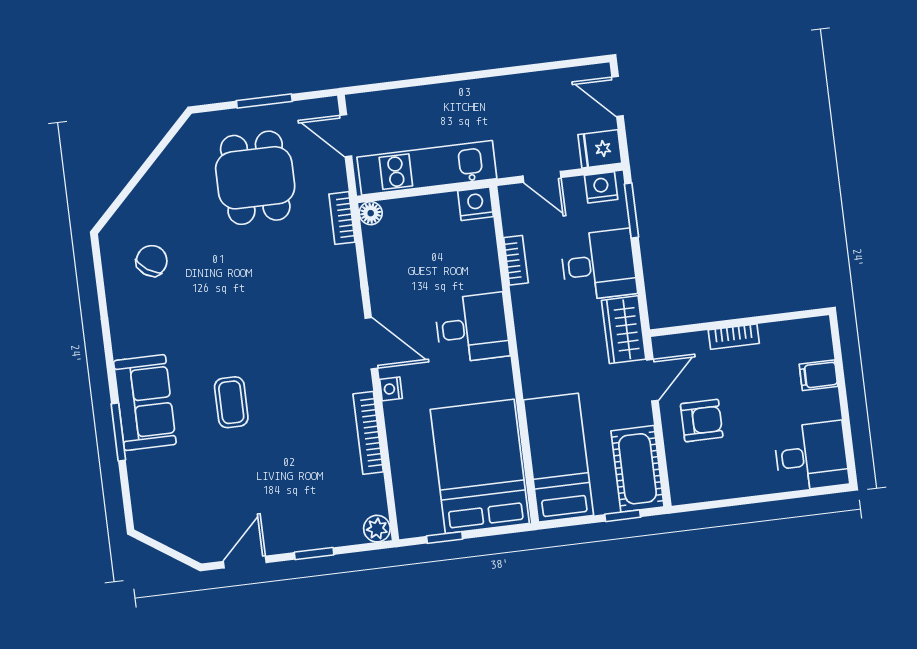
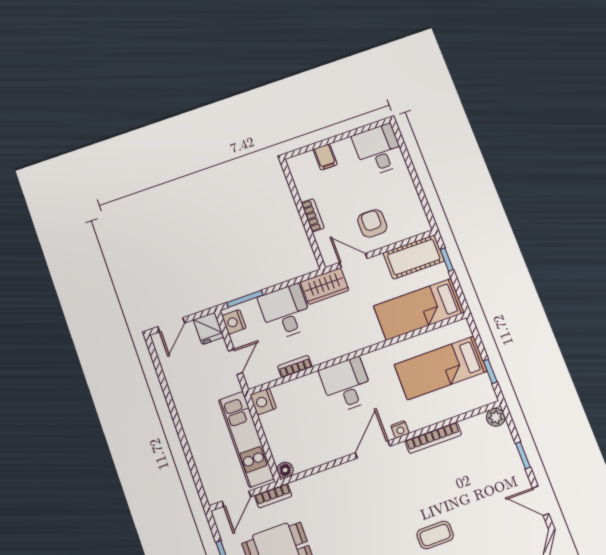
bookcase: (342, 218) -> (273, 496), moved
bed: (480, 466) -> (441, 368), width x0.67

